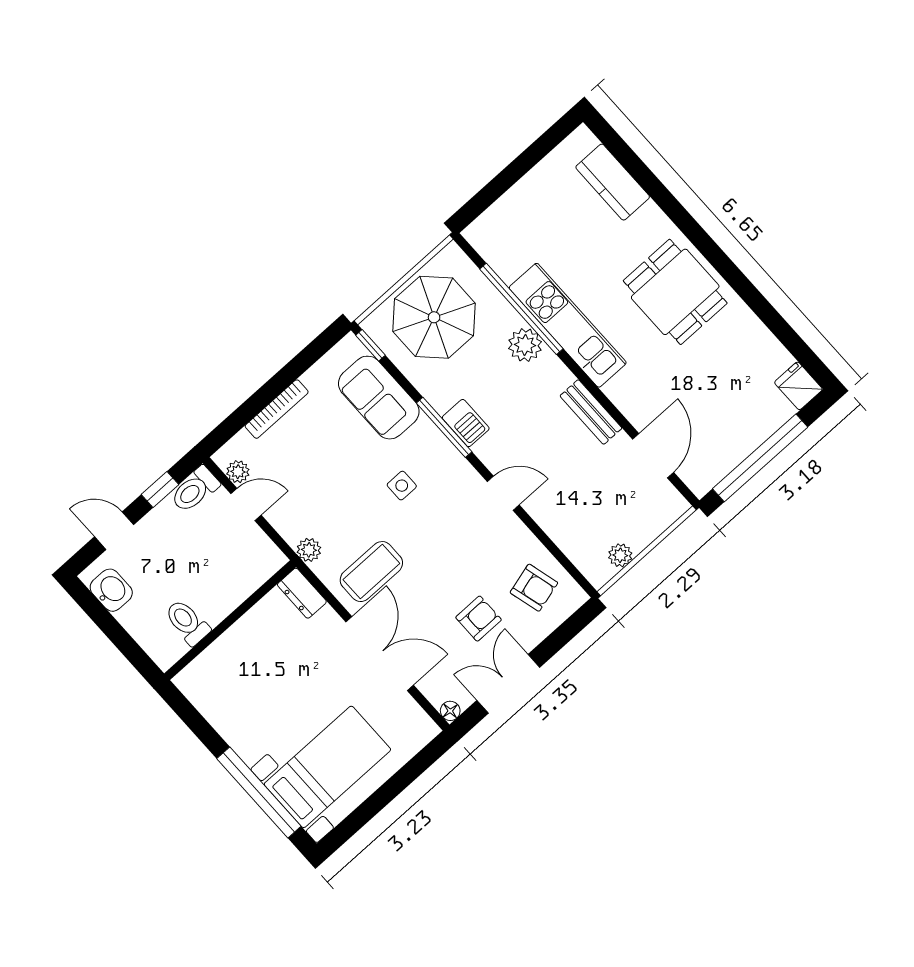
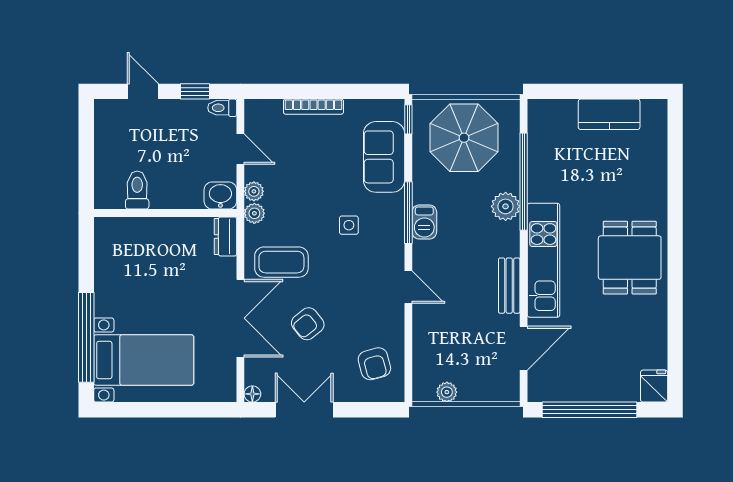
kitchen counter: (613, 182) -> (609, 114), moved, turned -90
kitchen unit: (568, 325) -> (543, 260), moved
plant: (238, 472) -> (254, 191), moved
toilet: (195, 490) -> (222, 108), width x0.73, depth x0.72
washbasin: (111, 590) -> (220, 196), moved, turned -90
armchair: (479, 619) -> (308, 324), moved, turned 141

